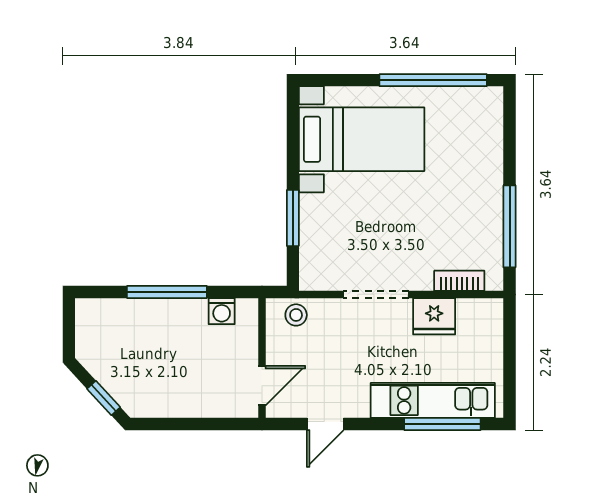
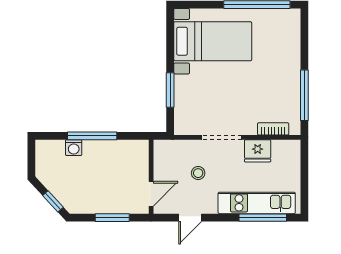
washing machine: (222, 311) -> (74, 148), moved
stool: (296, 315) -> (198, 173), moved
window: (199, 424) -> (112, 218), added

